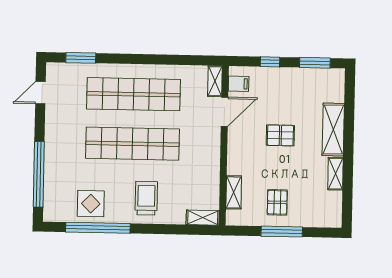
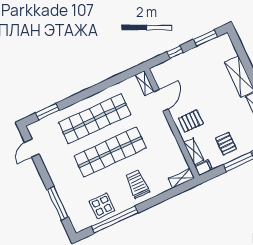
filing cabinet: (239, 84) -> (204, 168), moved
pallet: (280, 135) -> (191, 121), moved
window: (39, 174) -> (58, 203), width x0.68

